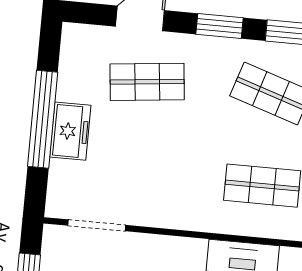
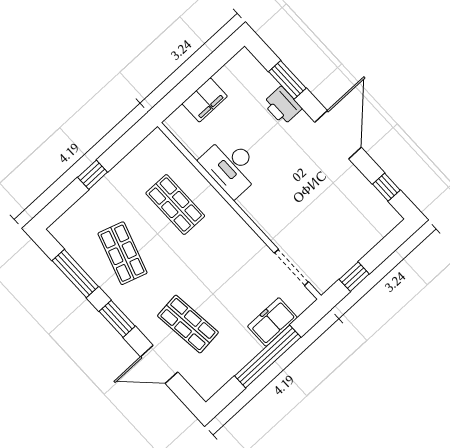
freezer: (70, 131) -> (272, 322), moved

